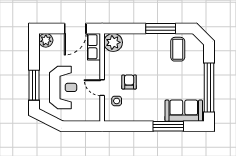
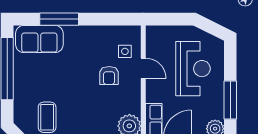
window: (34, 85) -> (230, 100), moved
reception desk: (63, 87) -> (193, 69), turned 180

